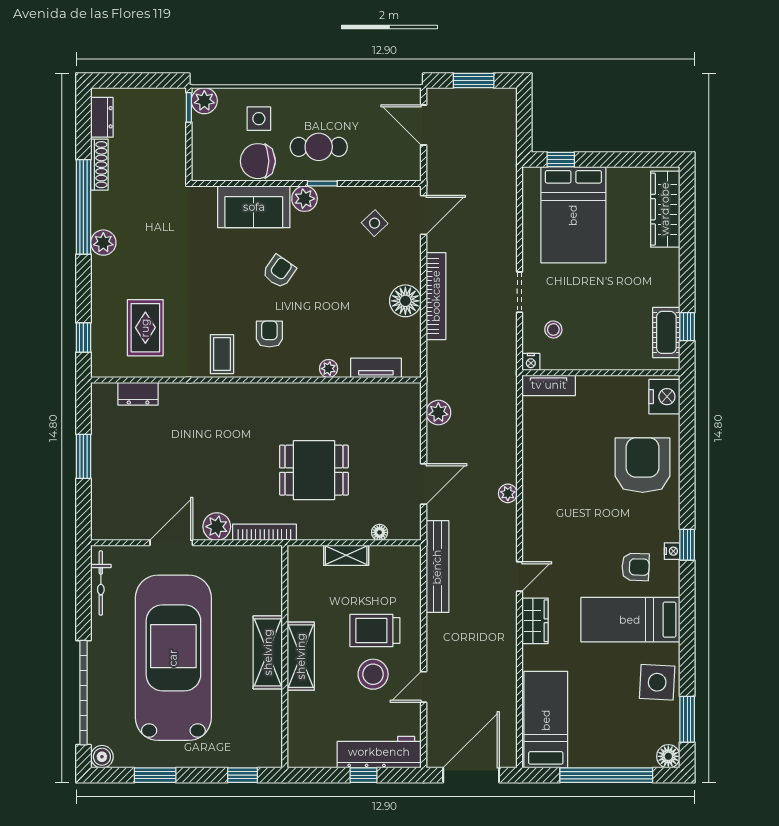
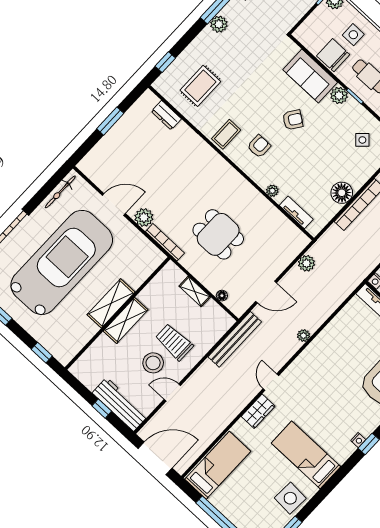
armchair: (635, 567) -> (333, 431), removed
door: (519, 577) -> (271, 382), swing flipped

